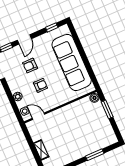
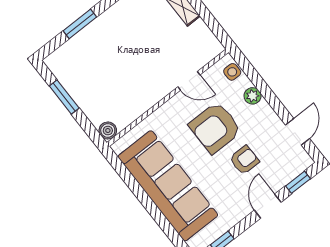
armchair: (40, 85) -> (215, 128), width x1.88, depth x1.88
window: (107, 109) -> (64, 97), moved
door: (38, 116) -> (189, 81), moved

